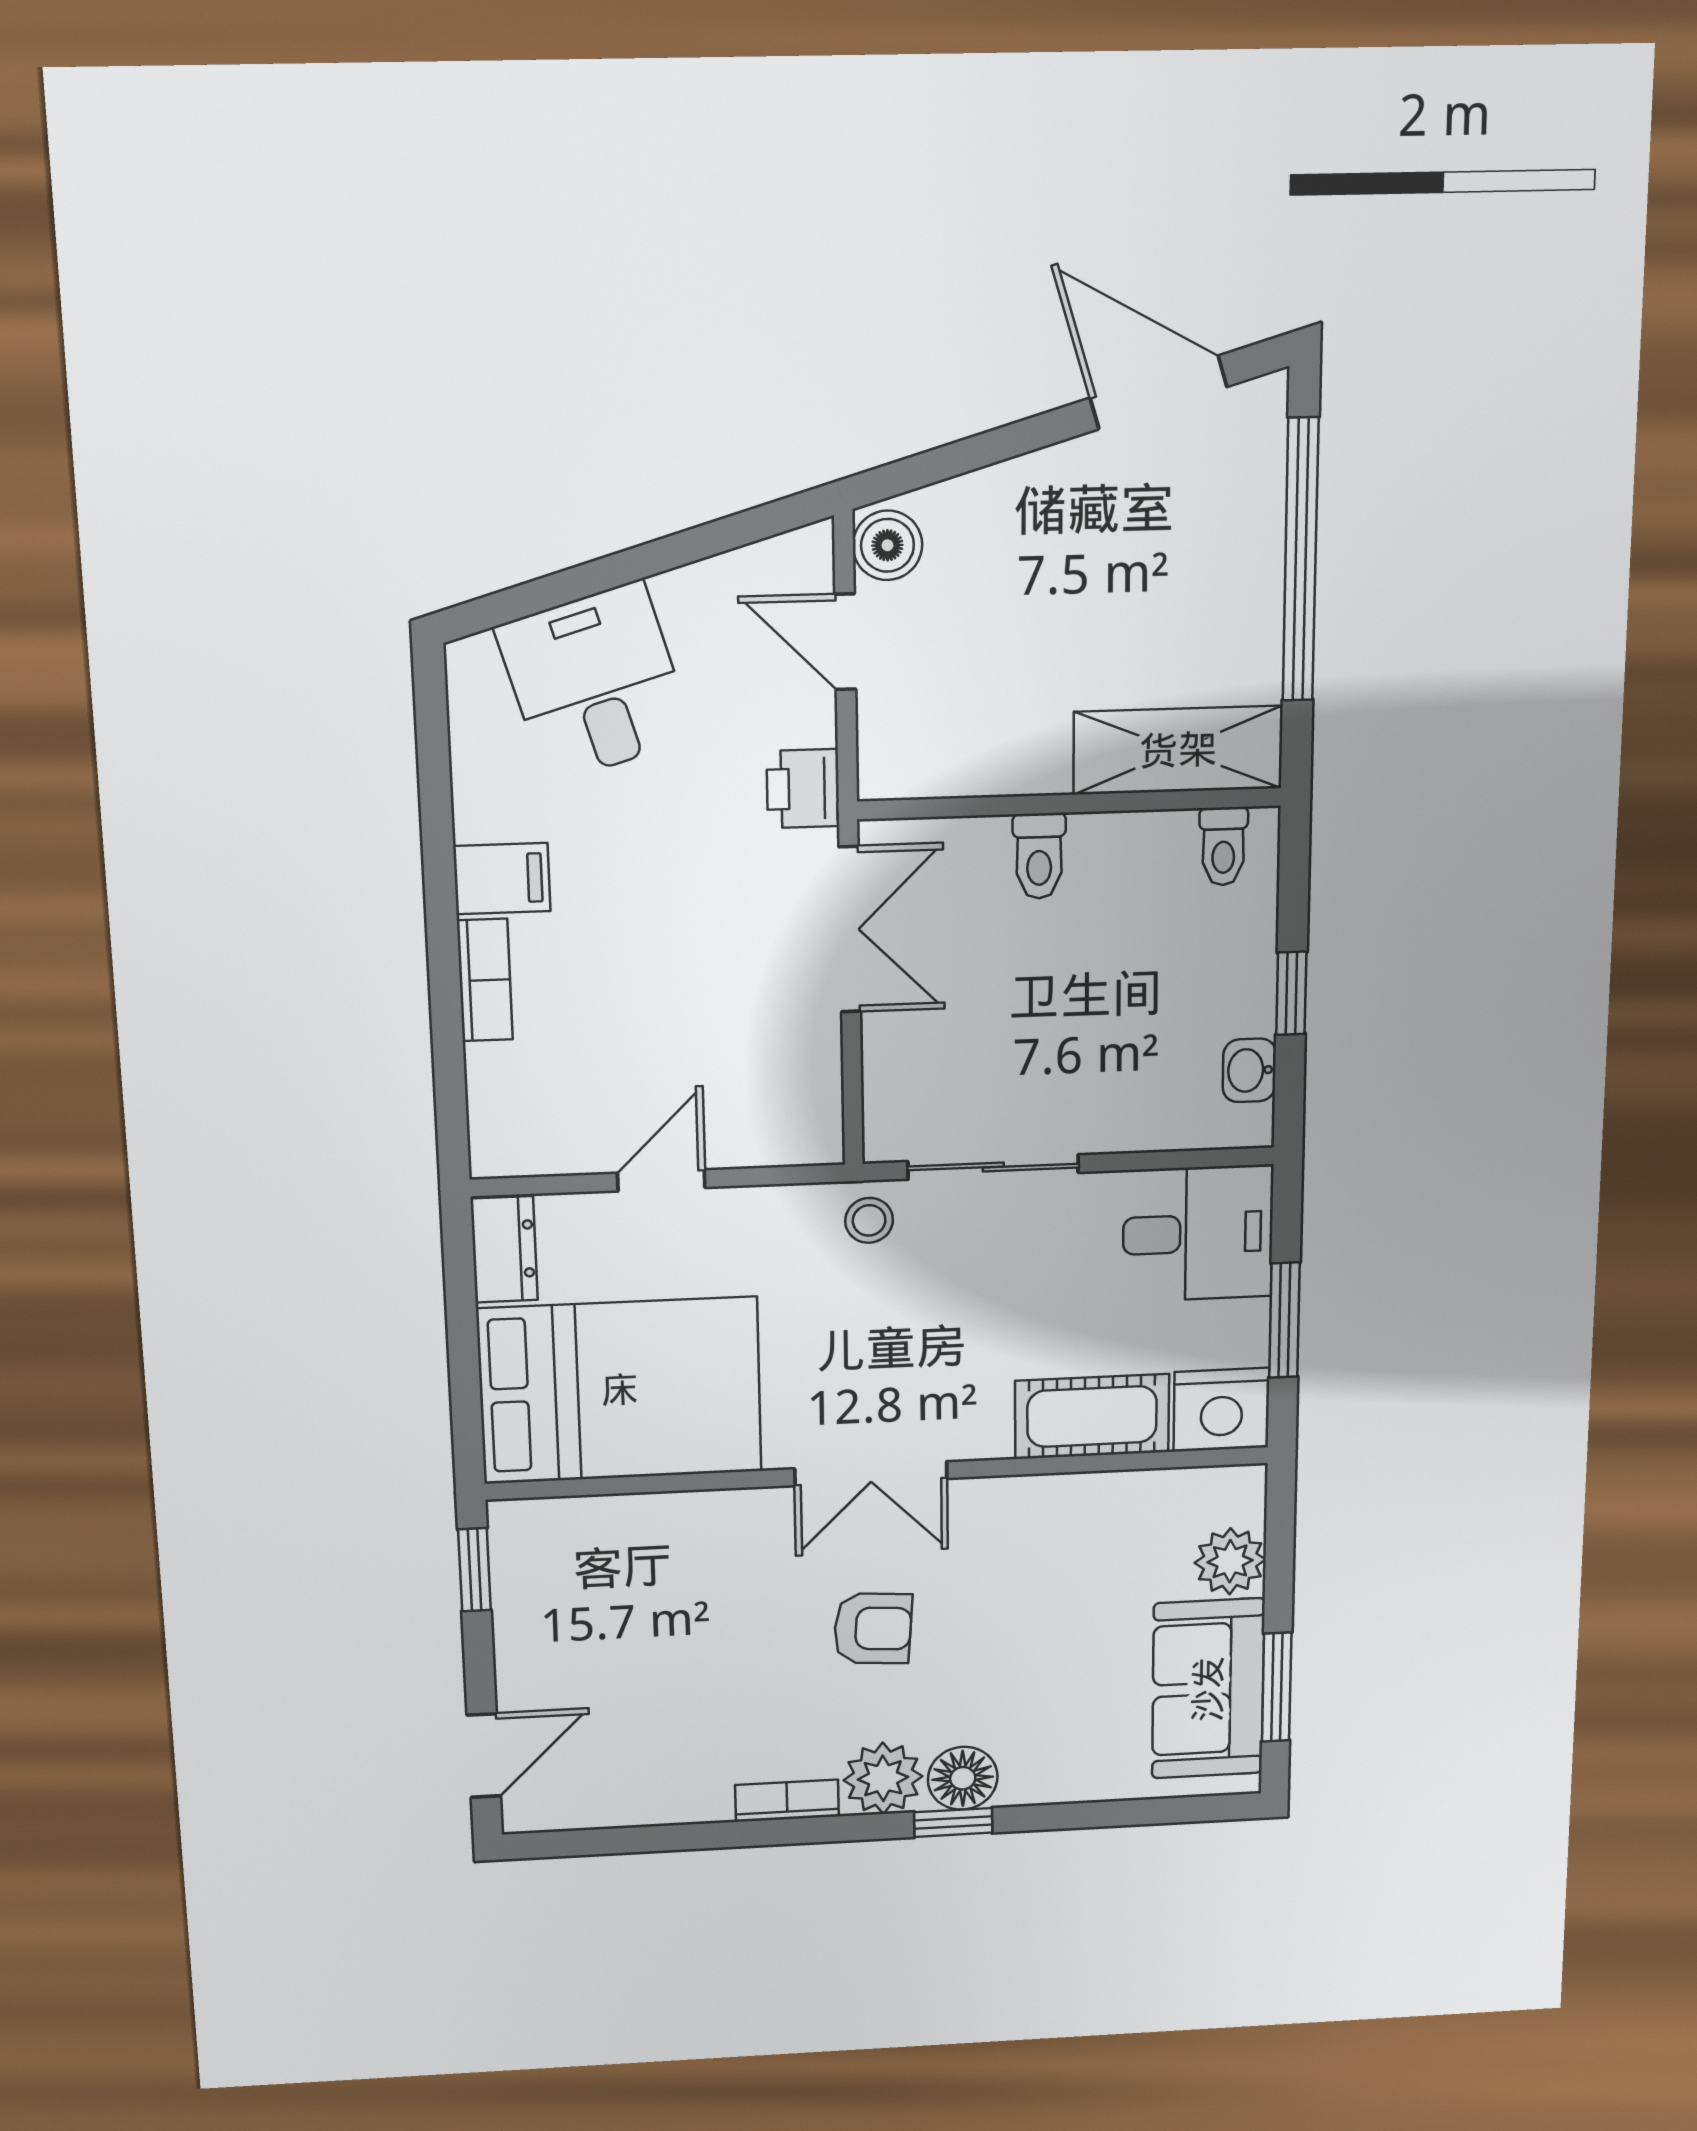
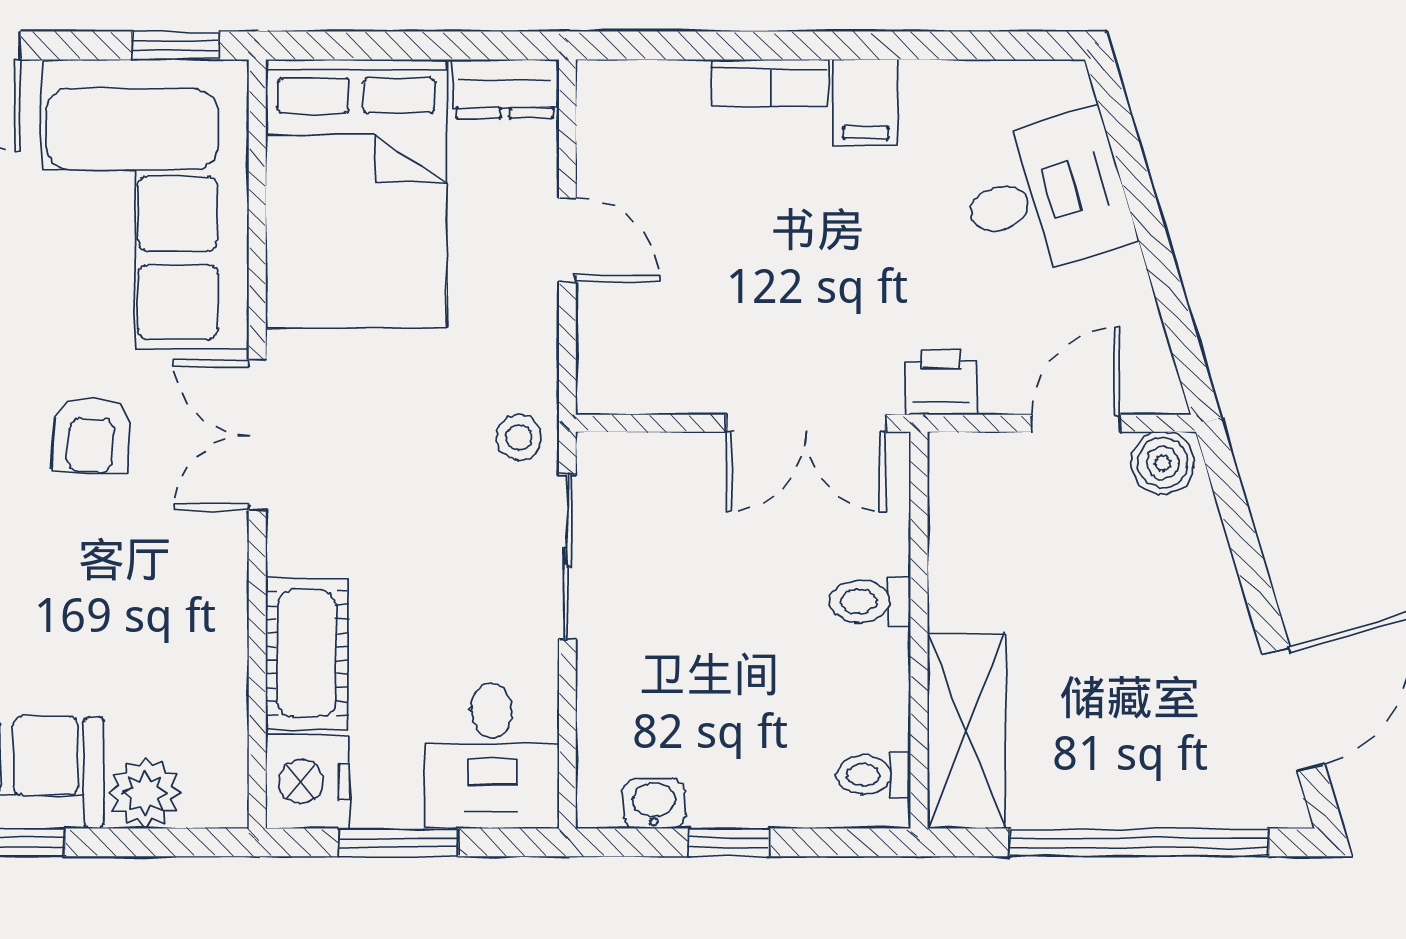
corner sofa: (638, 1590) -> (145, 204), added

